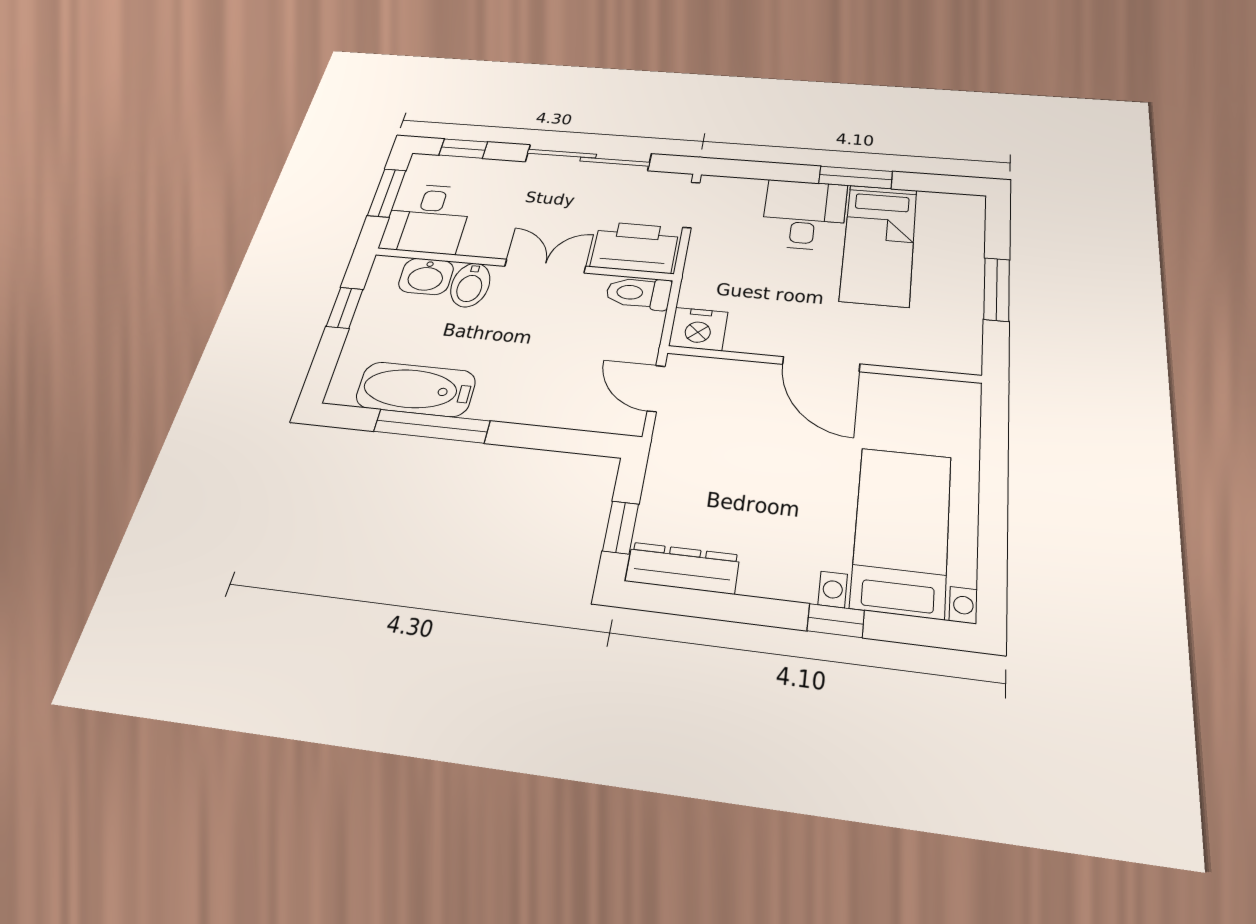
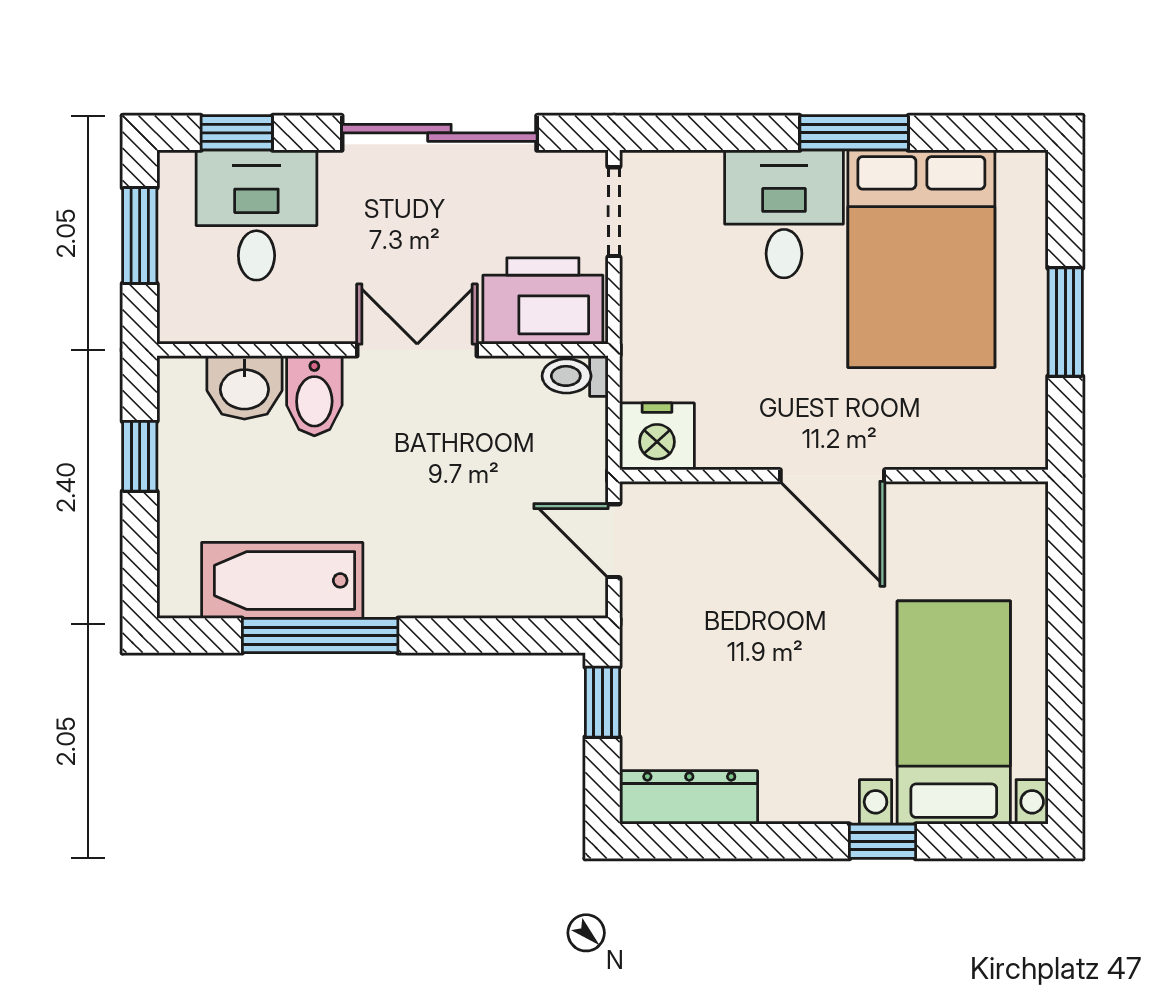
desk: (427, 218) -> (256, 215), moved, turned 180
bed: (879, 244) -> (921, 259), width x1.50
toilet: (638, 293) -> (575, 376), width x0.73, depth x0.72
window: (621, 527) -> (602, 702), moved

